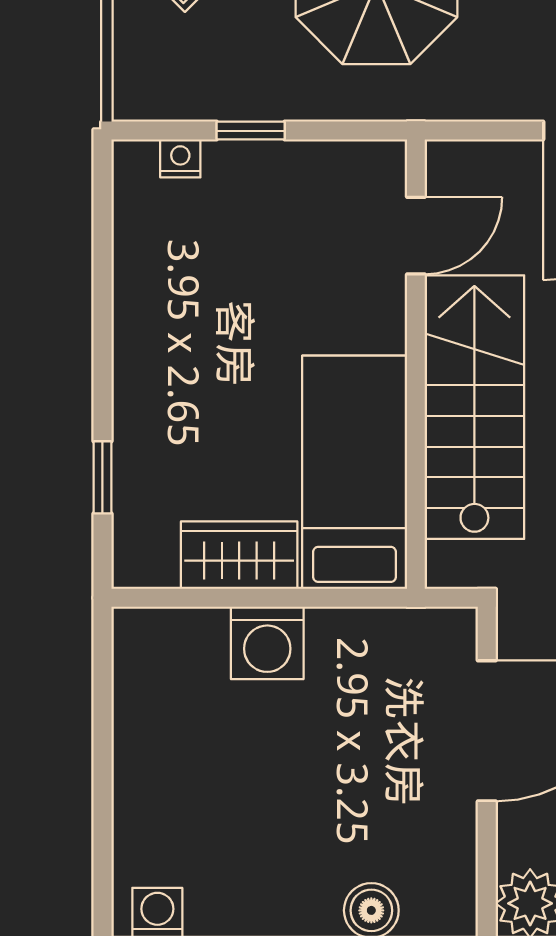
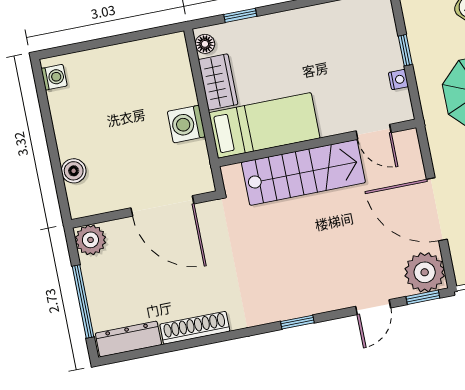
nightstand: (180, 158) -> (398, 80), moved
floor lamp: (150, 567) -> (205, 44), added
washing machine: (267, 643) -> (186, 124), moved

